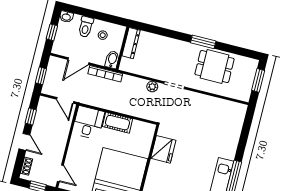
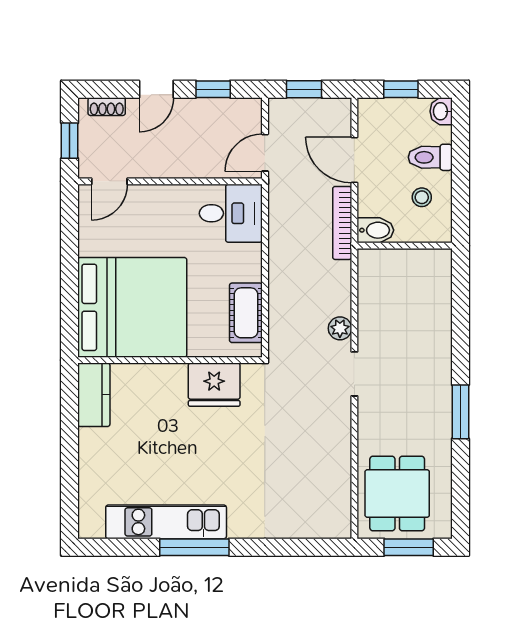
dresser: (131, 43) -> (420, 261), removed
dining table: (214, 67) -> (397, 494), moved
cot: (117, 123) -> (246, 313), moved

